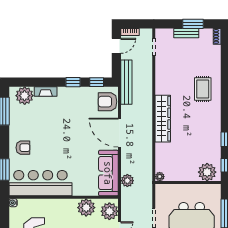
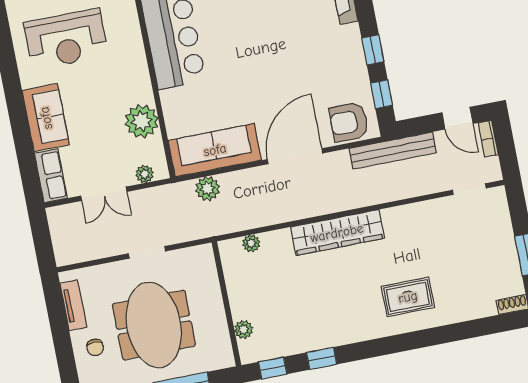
bench: (186, 33) -> (507, 245), removed
armchair: (107, 102) -> (349, 122), turned -90
plant: (207, 172) -> (244, 330), width x0.53, depth x0.53
plant: (160, 177) -> (251, 243), moved
plant: (109, 211) -> (145, 174), width x0.53, depth x0.53

